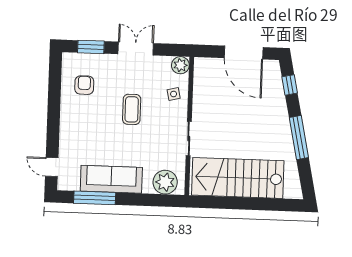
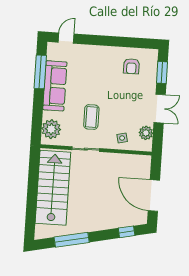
door: (244, 53) -> (154, 195), hinge flipped
plant: (180, 65) -> (146, 133), moved
armchair: (84, 85) -> (131, 66), turned 90
coffee table: (132, 109) -> (91, 117), moved, turned 90
window: (299, 138) -> (72, 240), moved

